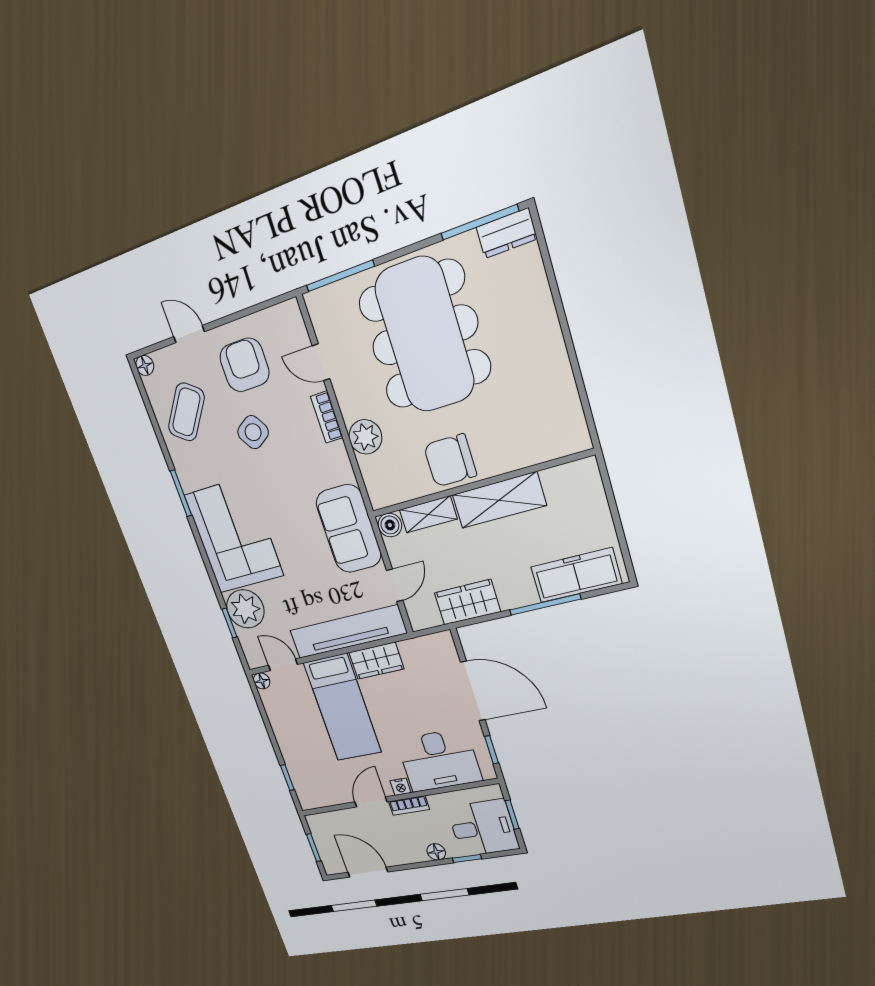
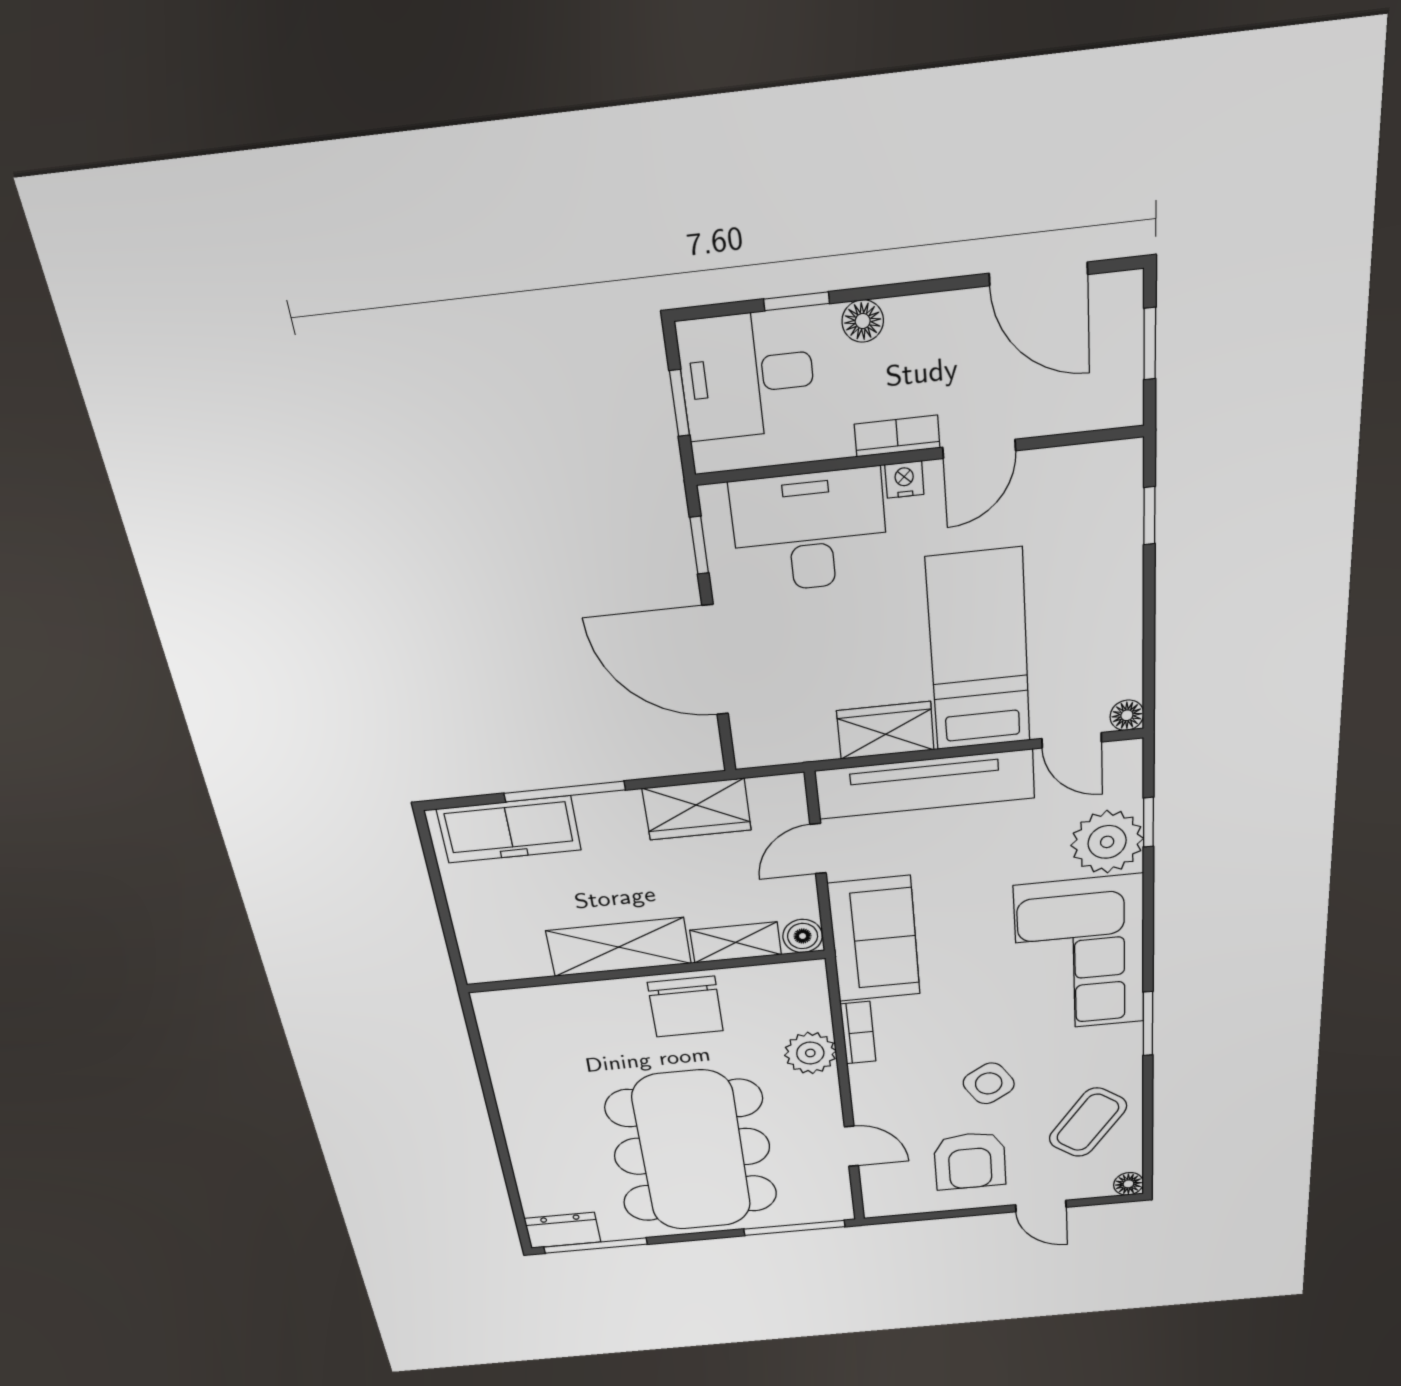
bookcase: (327, 417) -> (858, 1033), moved
chair: (450, 461) -> (685, 1007), turned 90

